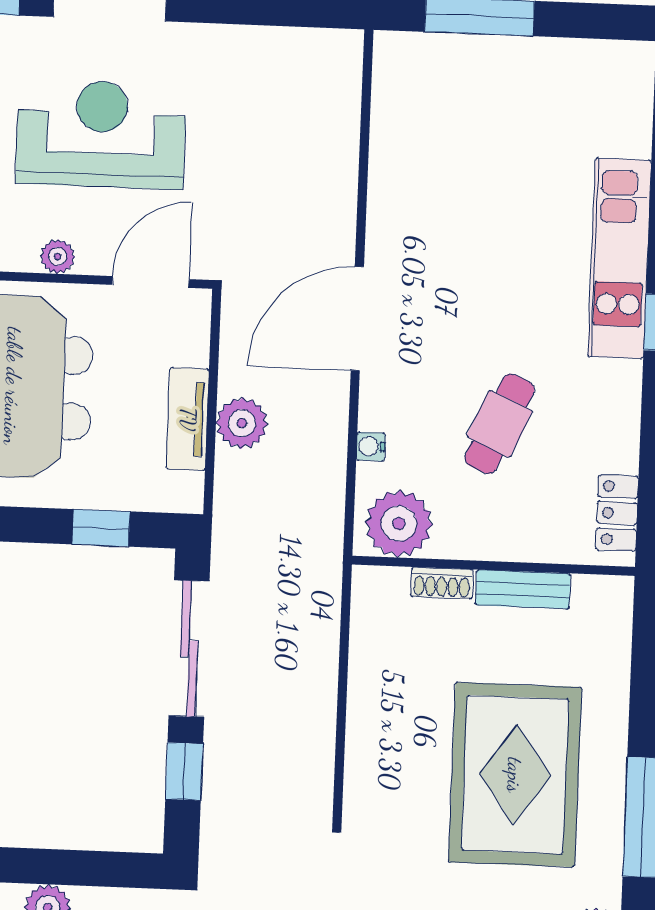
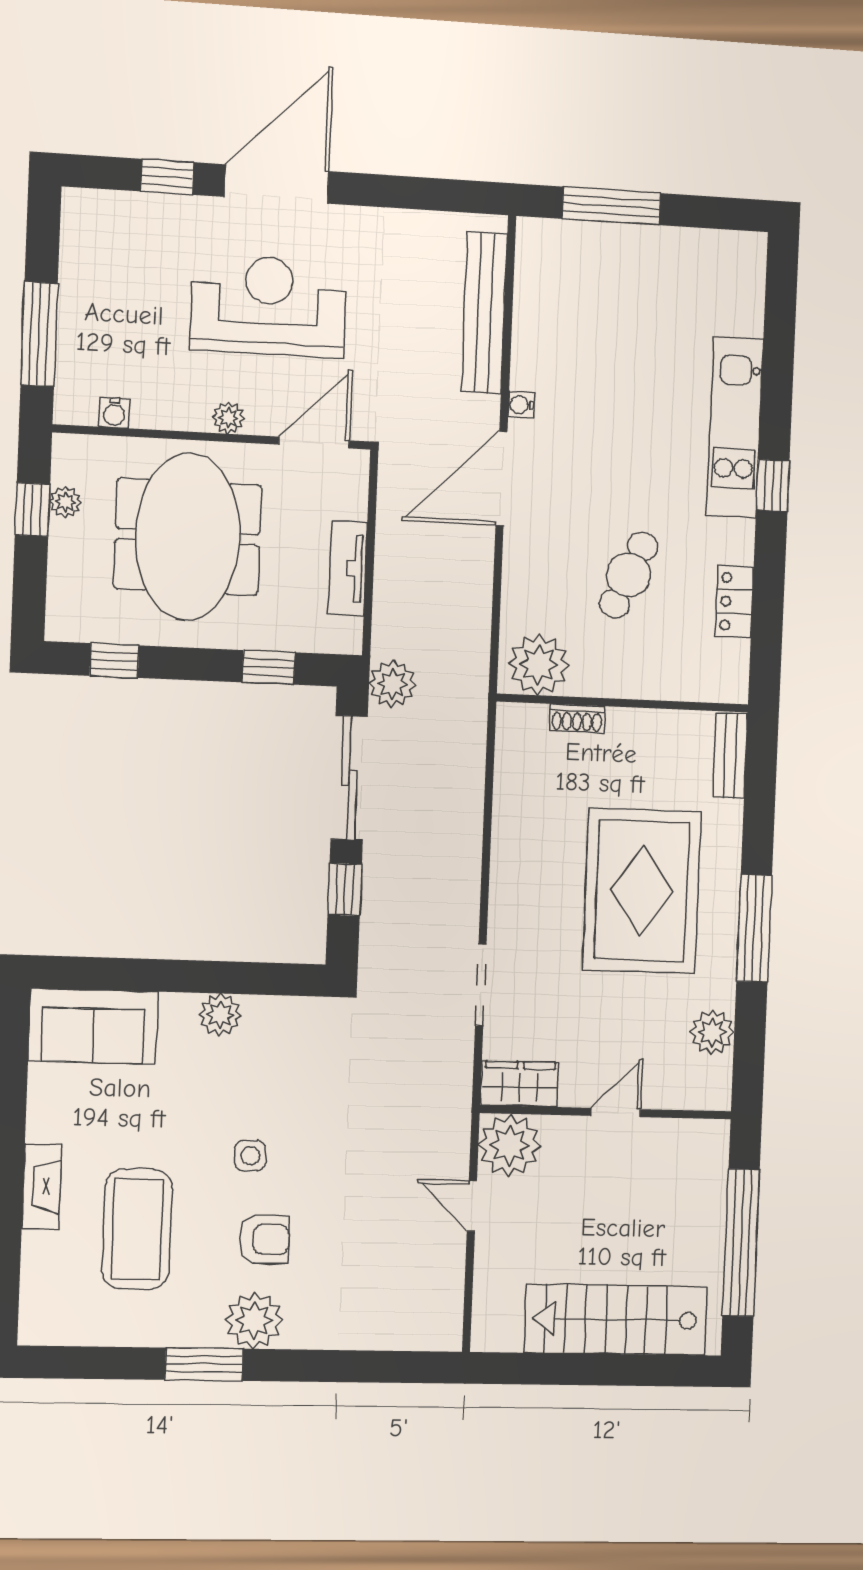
bench: (338, 137) -> (484, 313), added
plant: (242, 423) -> (393, 684), moved
water cooler: (371, 446) -> (521, 405), moved
locker: (617, 513) -> (735, 602), moved
bench: (523, 589) -> (730, 756), moved, turned 90

